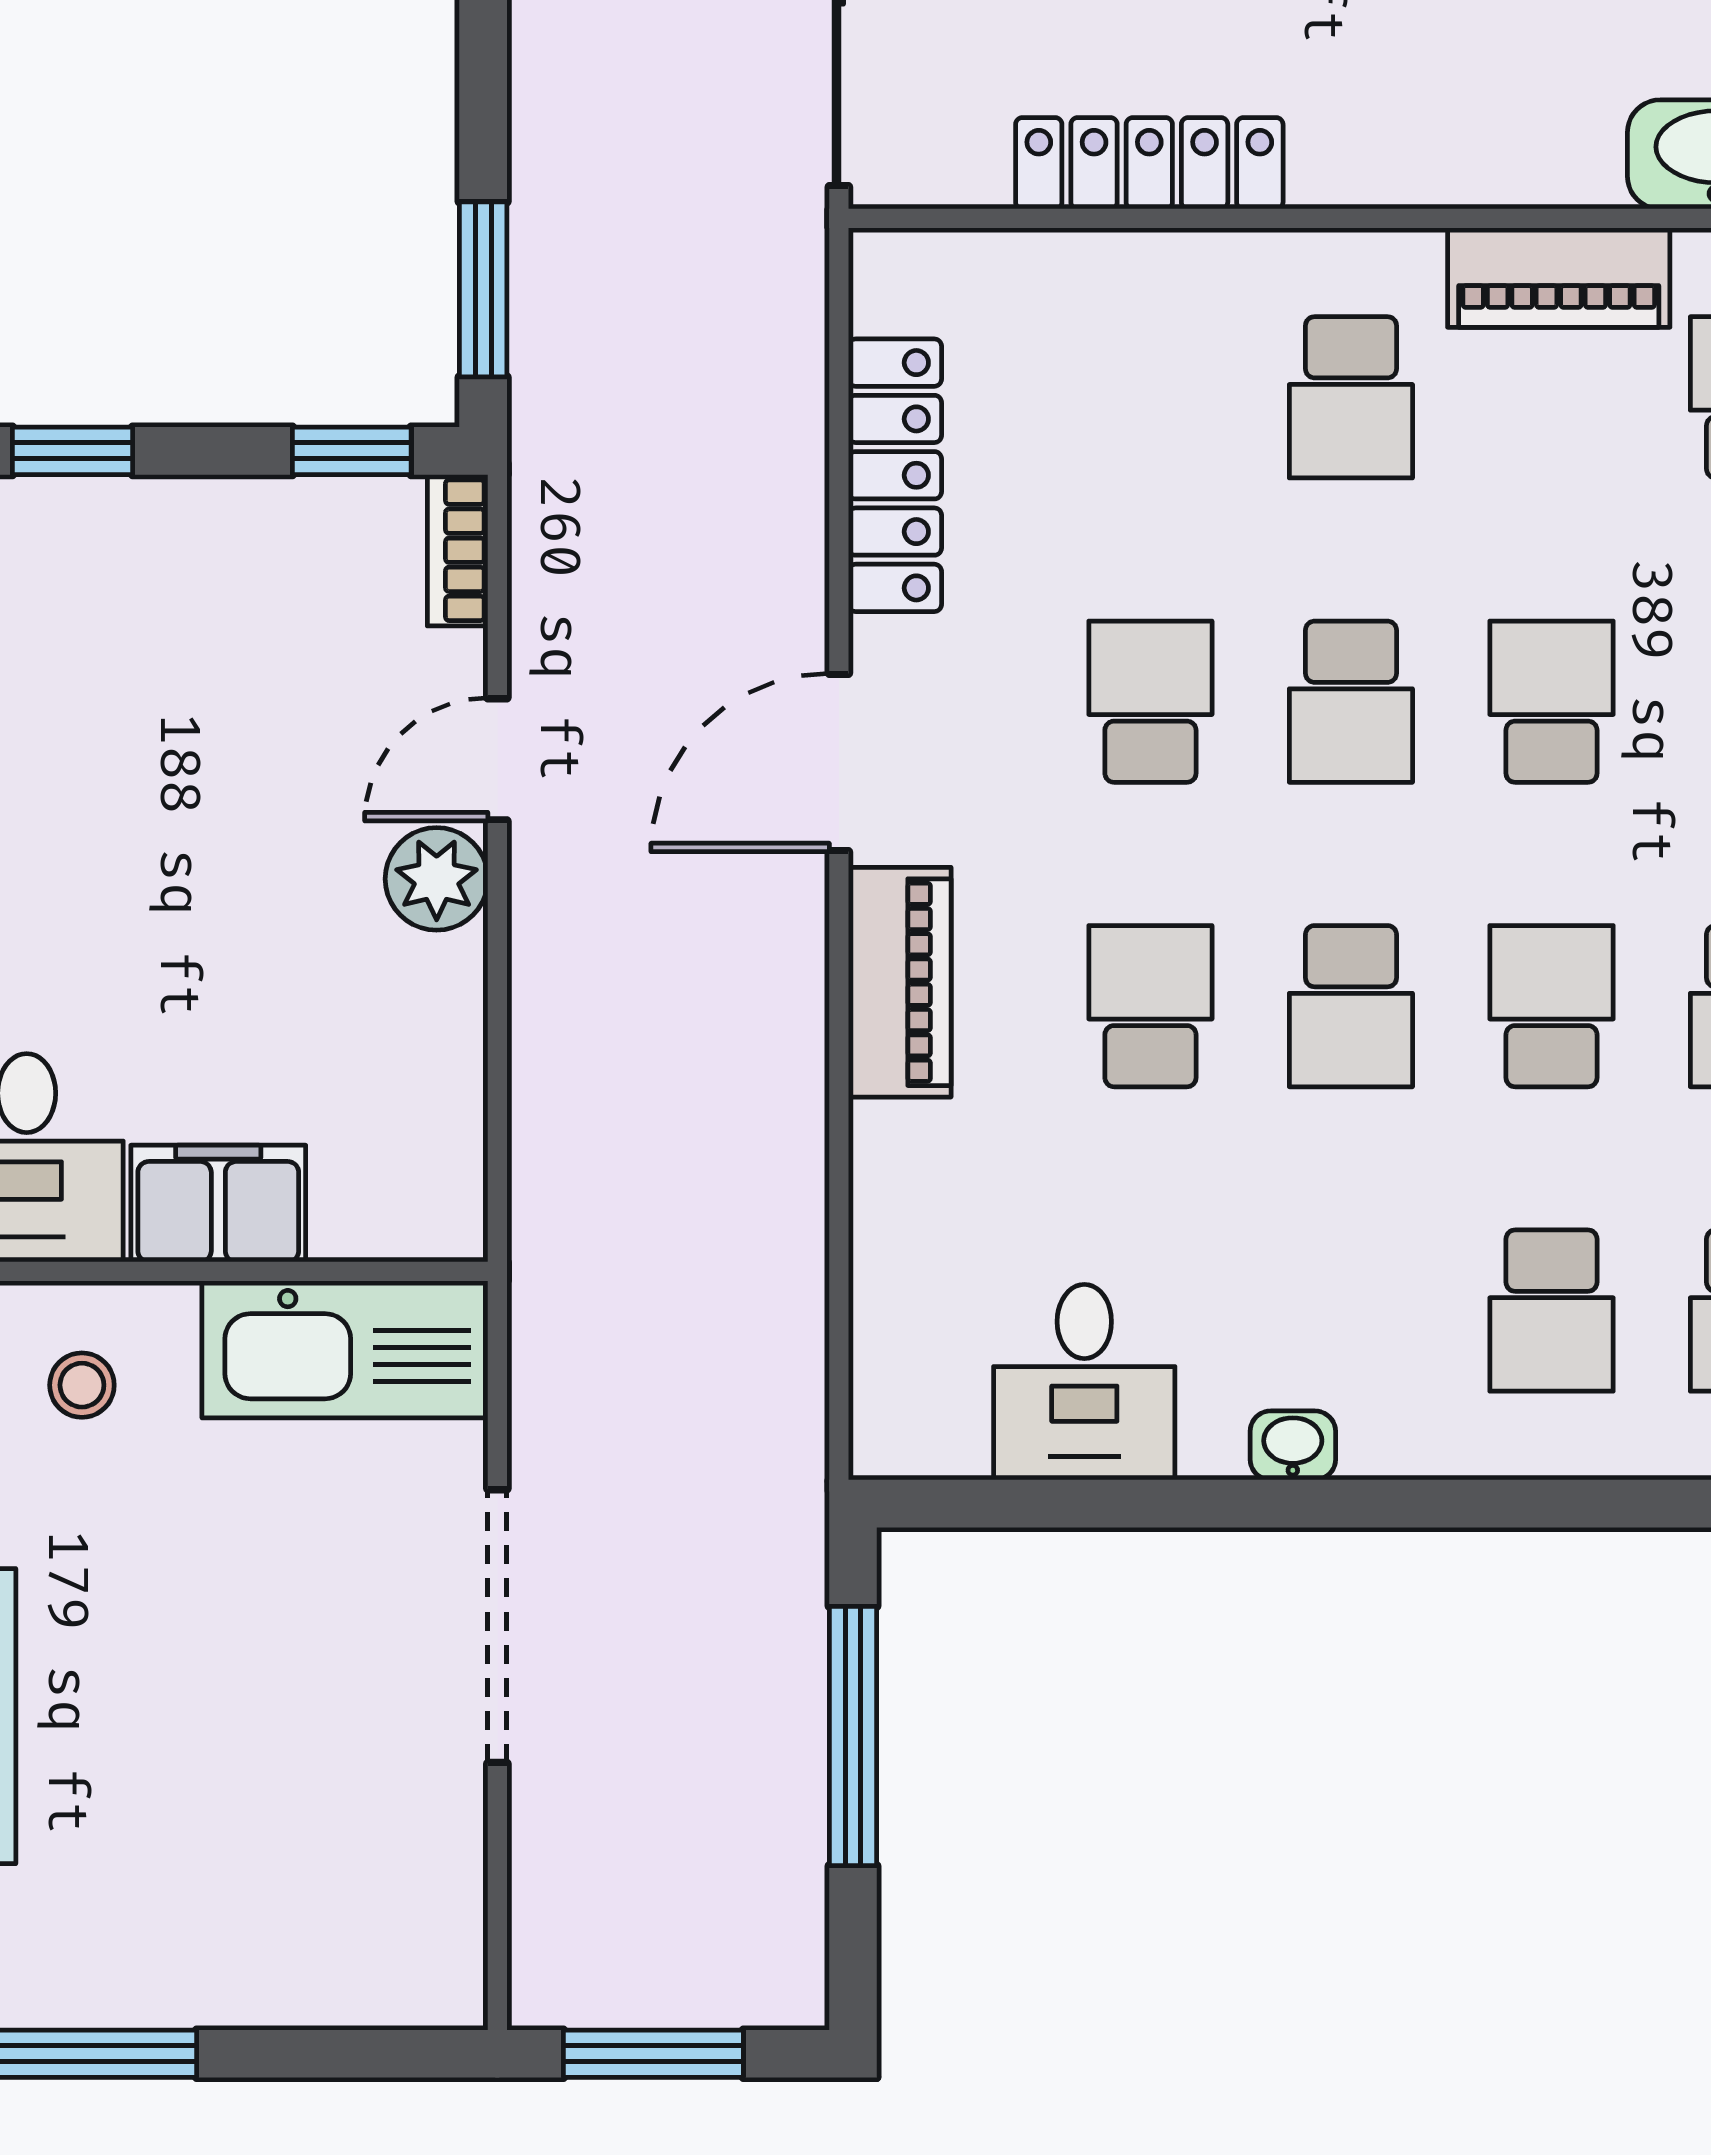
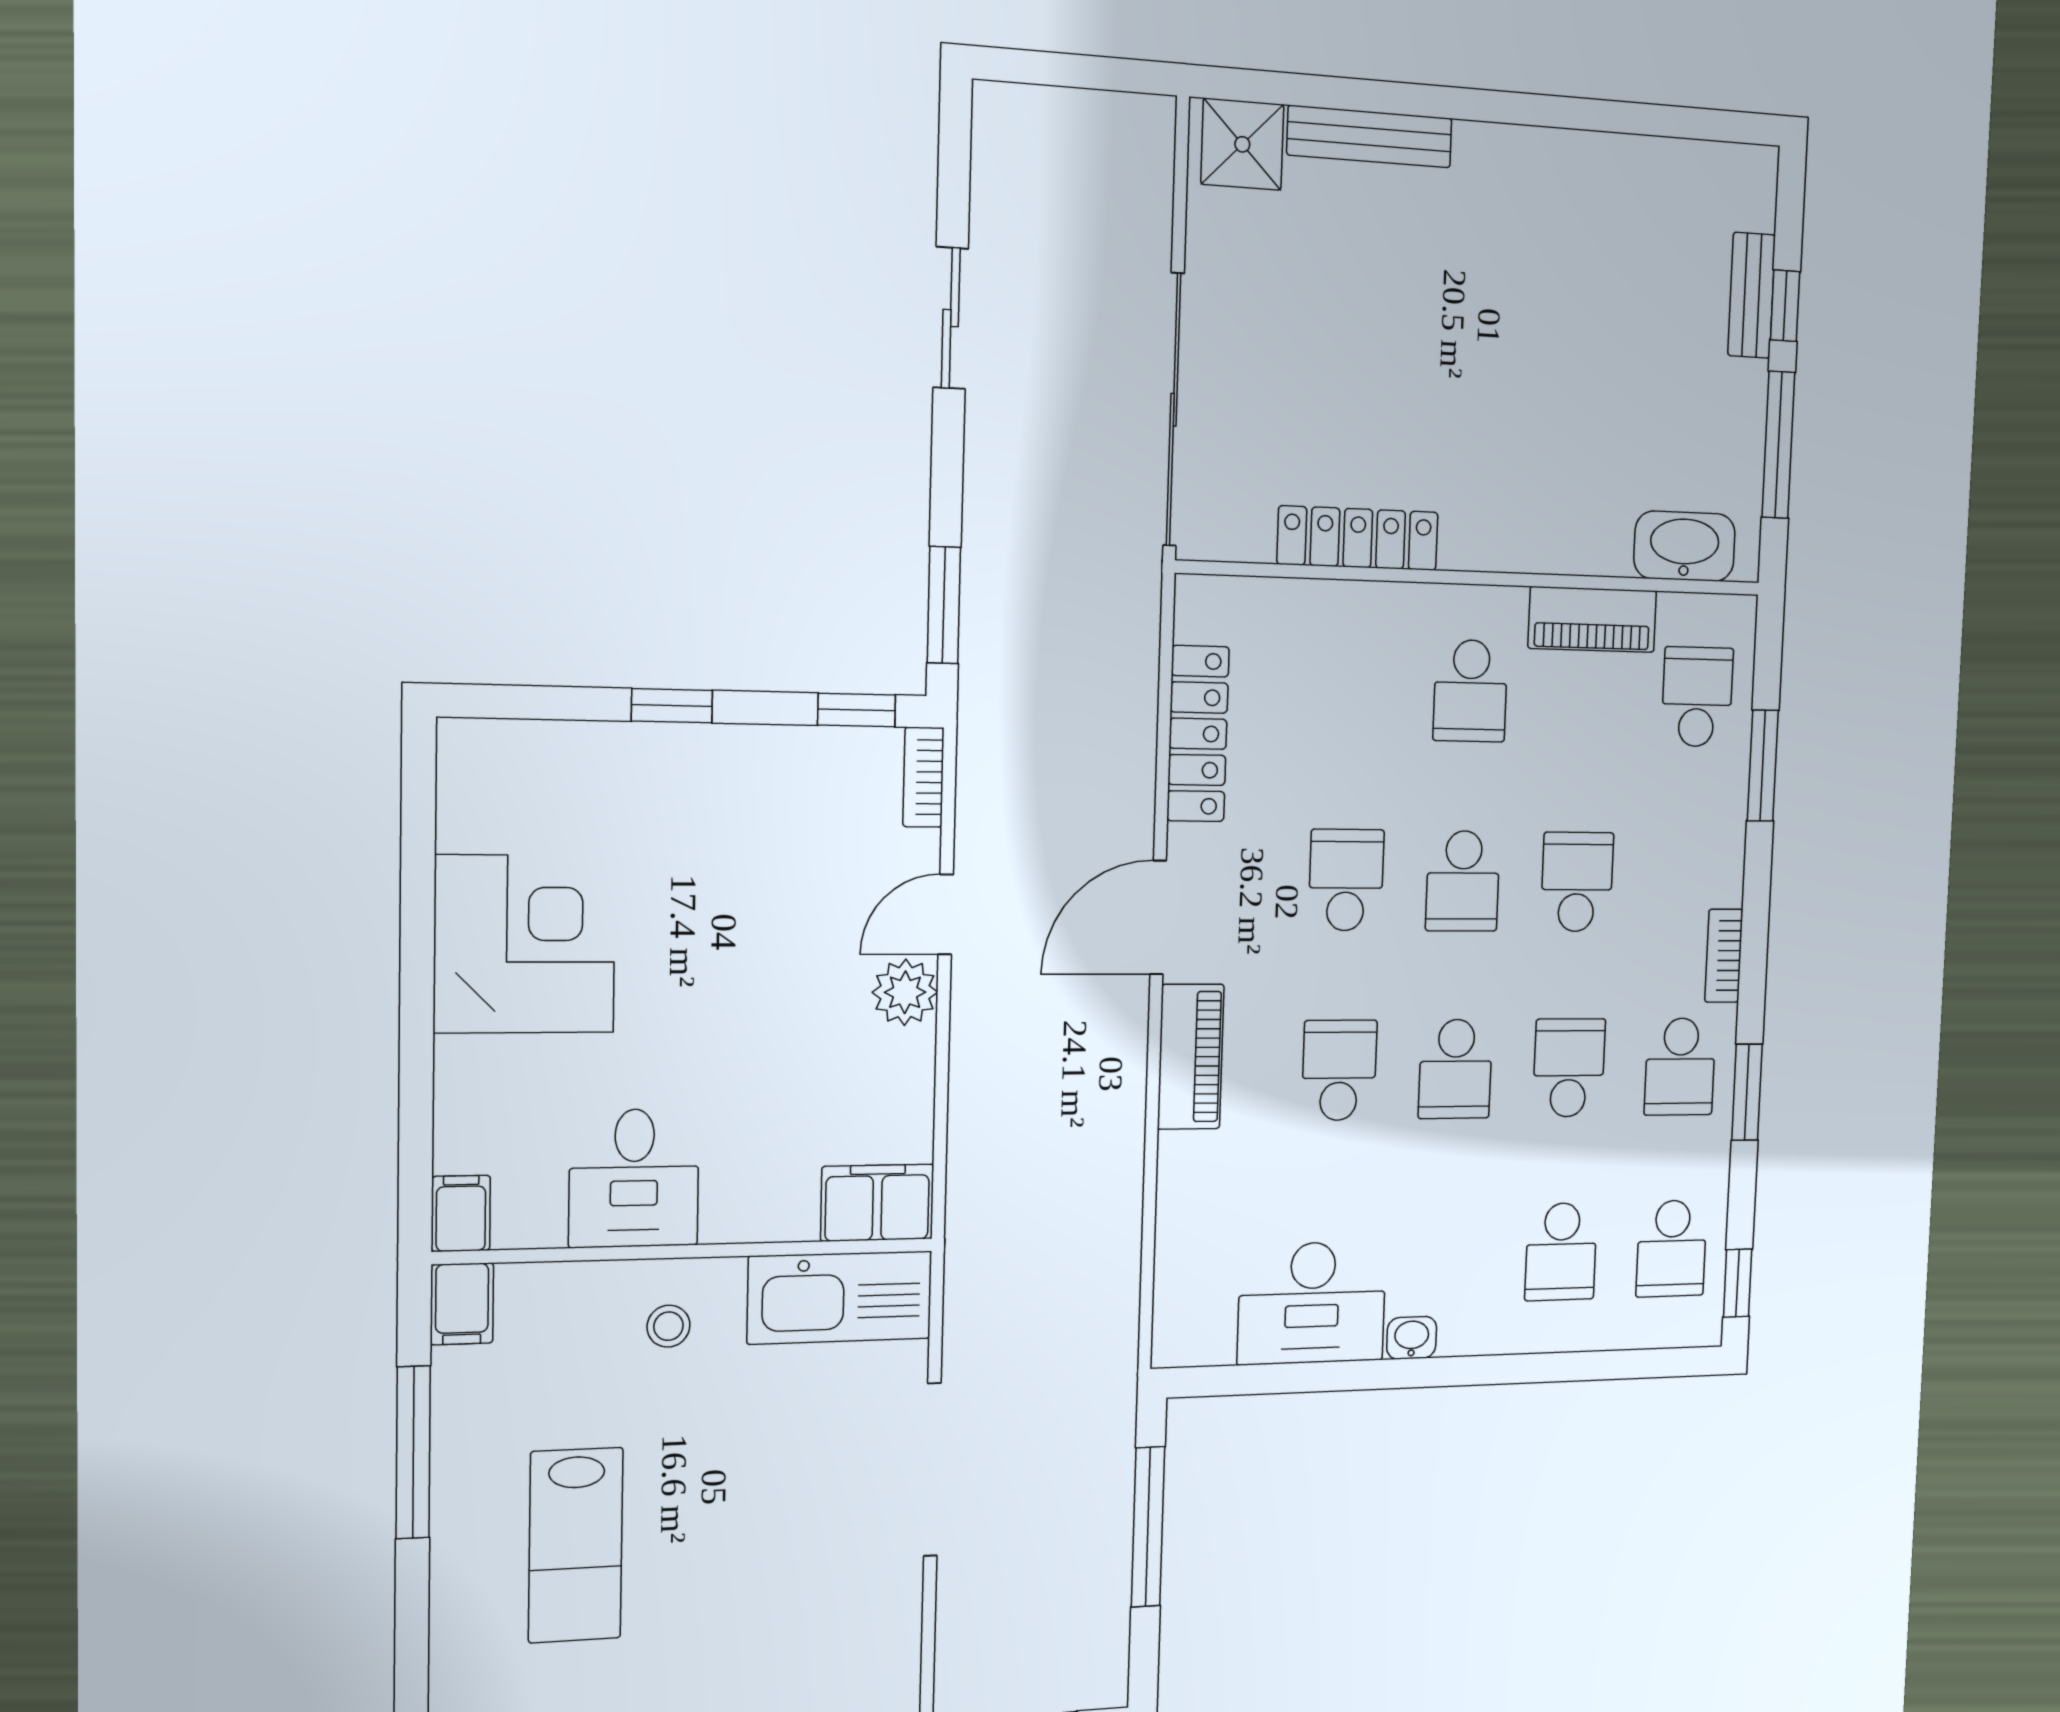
filing cabinet: (218, 1203) -> (877, 1203), moved
desk: (1084, 1382) -> (1312, 1303), width x1.37

